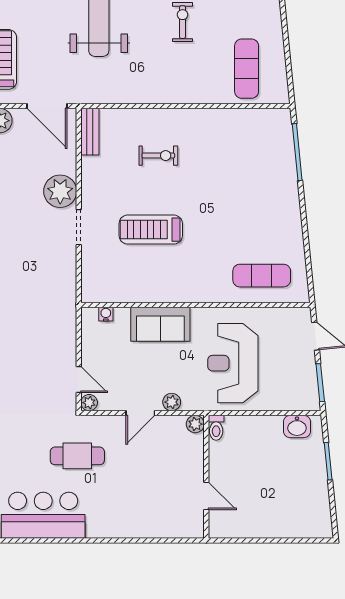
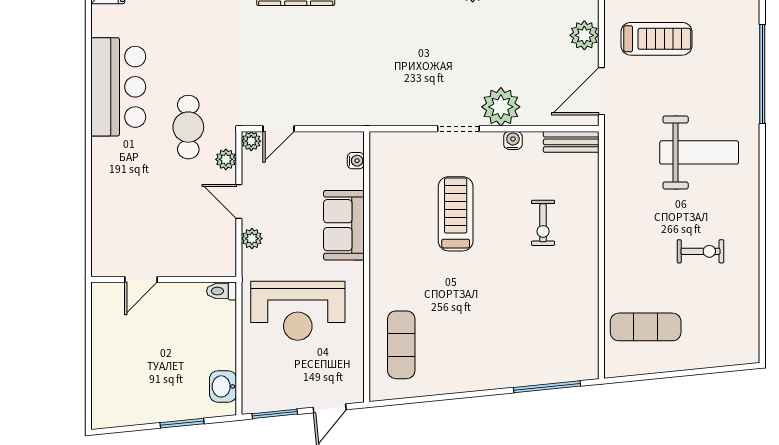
water cooler: (89, 181) -> (513, 140), added
reception desk: (233, 363) -> (298, 311), turned 180
plant: (195, 424) -> (226, 159), moved

